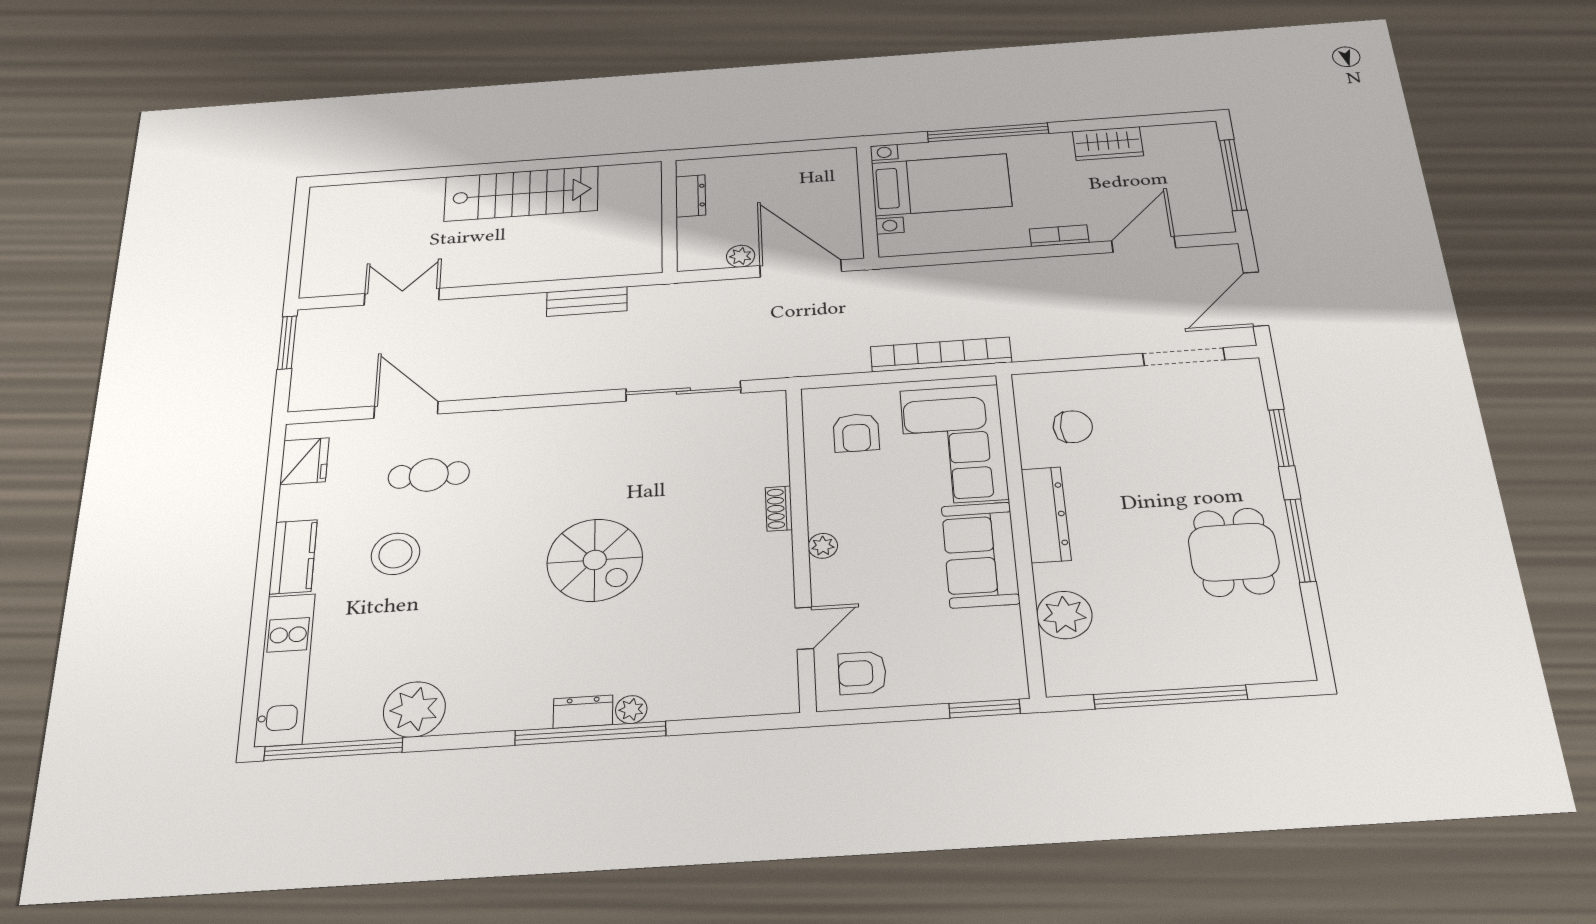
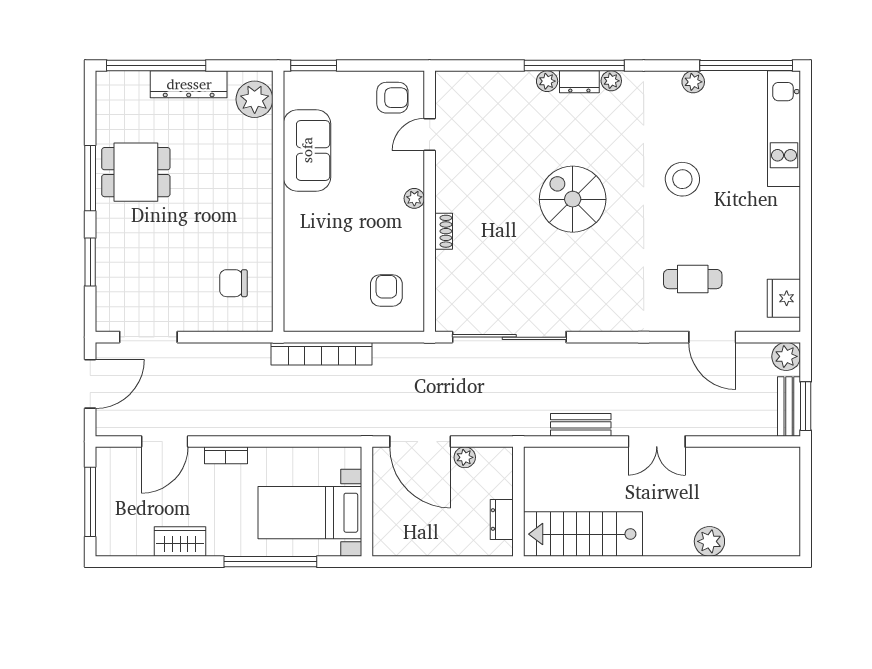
plant: (424, 193) -> (709, 541), added
stairs: (521, 194) -> (583, 534), moved
double door: (402, 297) -> (657, 442), moved
bench: (309, 340) -> (789, 406), added
sliding door: (683, 391) -> (509, 337), width x1.36
plant: (308, 395) -> (786, 356), added
corner sofa: (954, 444) -> (318, 275), removed
dresser: (1046, 515) -> (189, 84), moved, turned -90
dining table: (1234, 552) -> (136, 172), turned 90
stool: (395, 554) -> (682, 179), moved
sofa: (980, 555) -> (307, 150), moved
kitchen counter: (293, 557) -> (786, 218), removed
plant: (1064, 615) -> (255, 99), moved
window: (1170, 697) -> (156, 66), moved
plant: (414, 709) -> (693, 82), width x0.53, depth x0.53
plant: (535, 716) -> (611, 81), added

